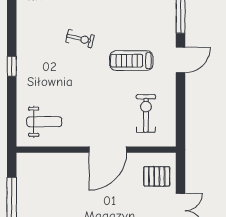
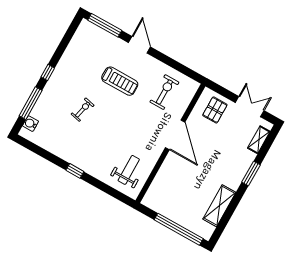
treadmill: (131, 61) -> (120, 81), turned -90
exercise bike: (146, 113) -> (164, 92), turned 90

